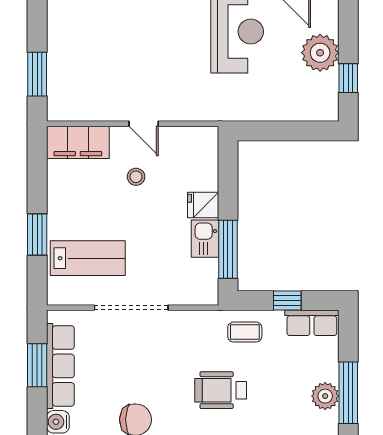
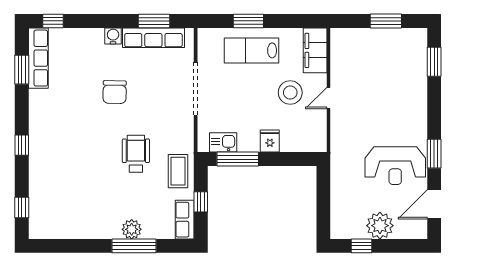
window: (37, 74) -> (386, 21), moved
stool: (136, 177) -> (290, 93), width x1.89, depth x1.89
kitchen sink: (205, 239) -> (223, 142), moved
lab bench: (88, 258) -> (252, 50), moved, turned 90
coffee table: (245, 332) -> (178, 171), width x1.36, depth x1.30

